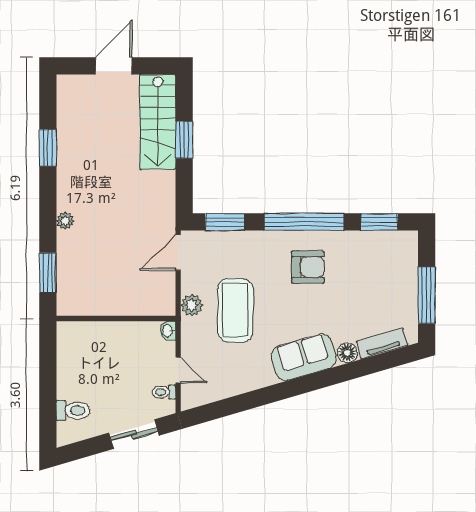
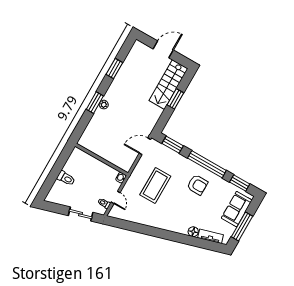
window: (48, 273) -> (95, 103), moved
plant: (192, 305) -> (138, 172), removed
sofa: (304, 357) -> (237, 209), moved, turned -74
toilet: (73, 410) -> (66, 178), moved

